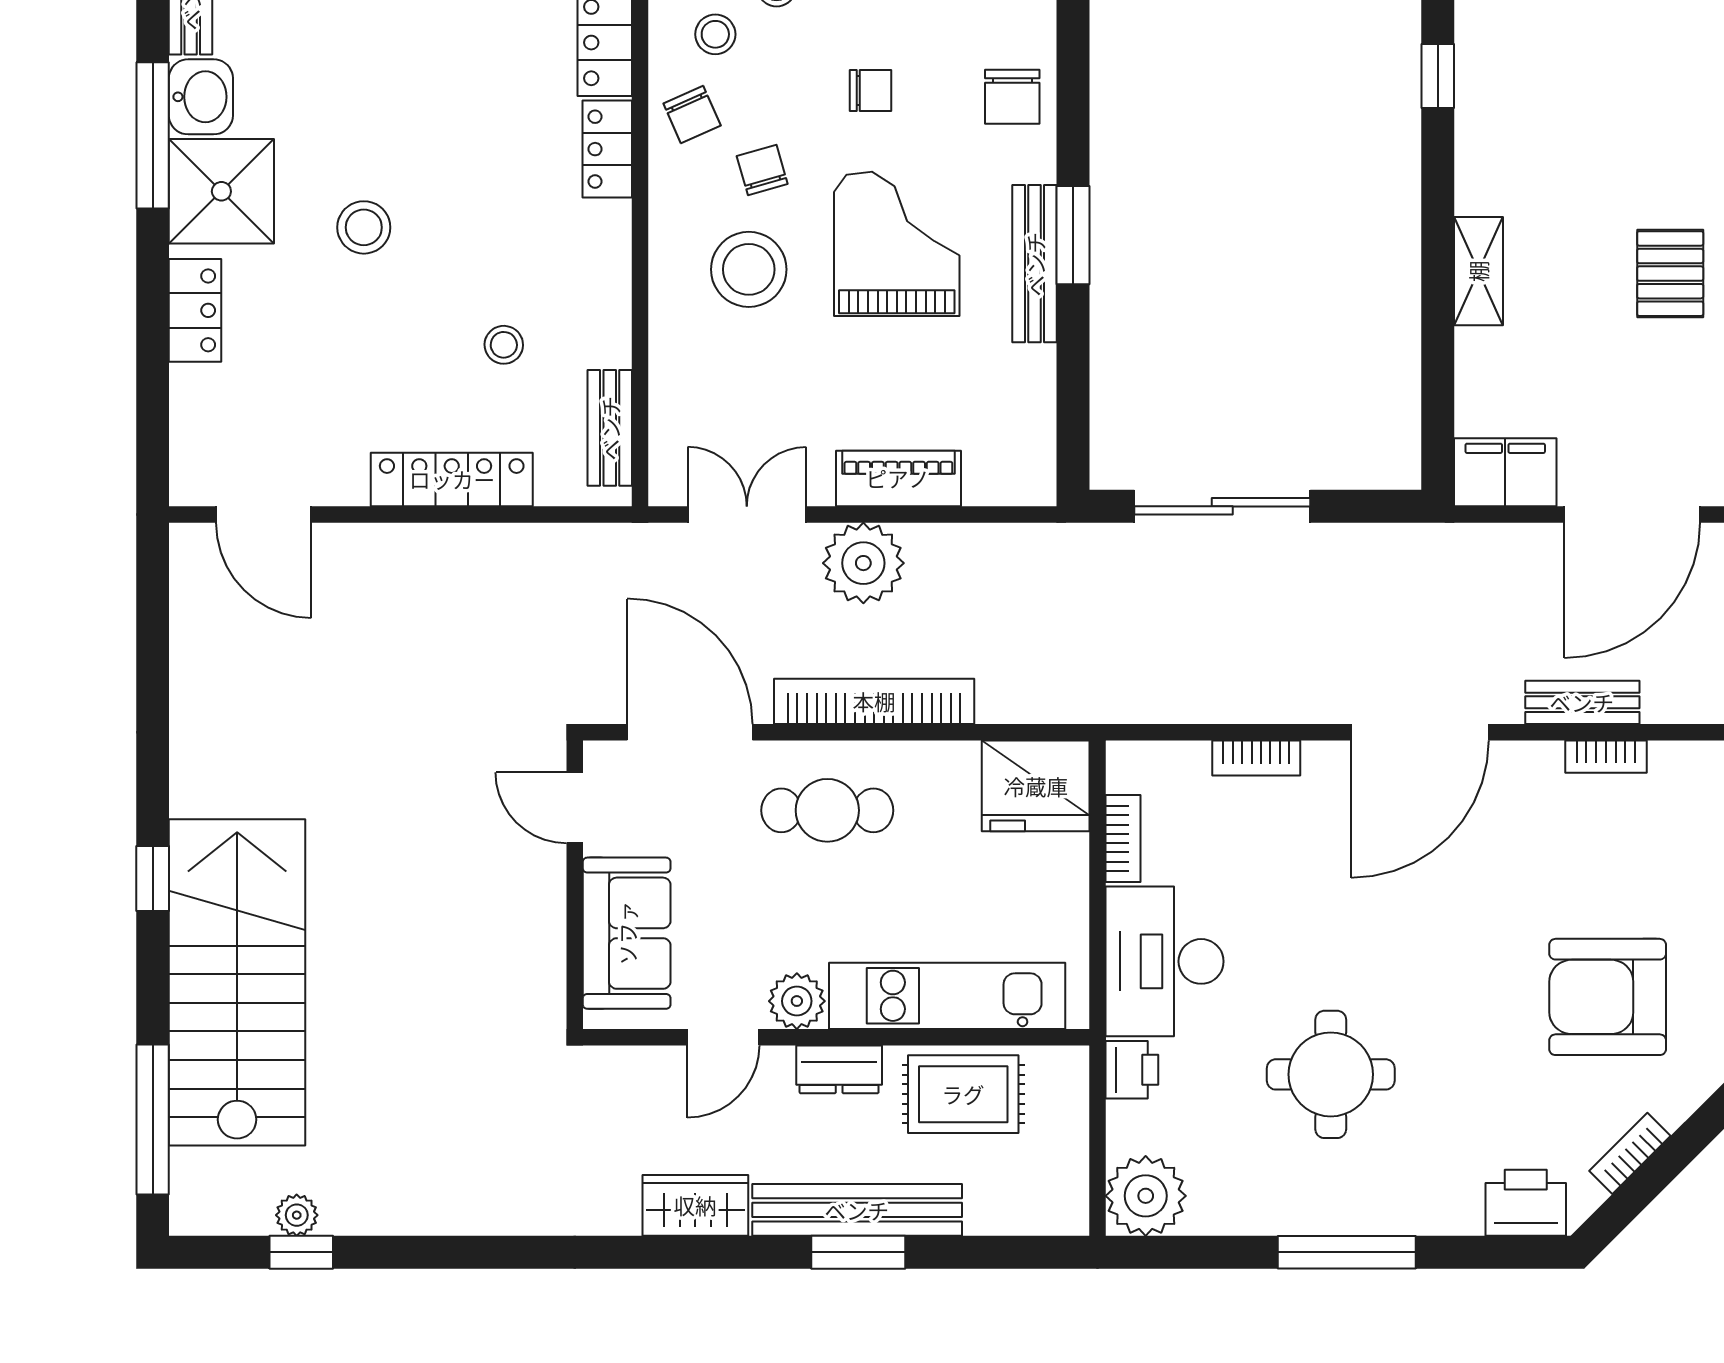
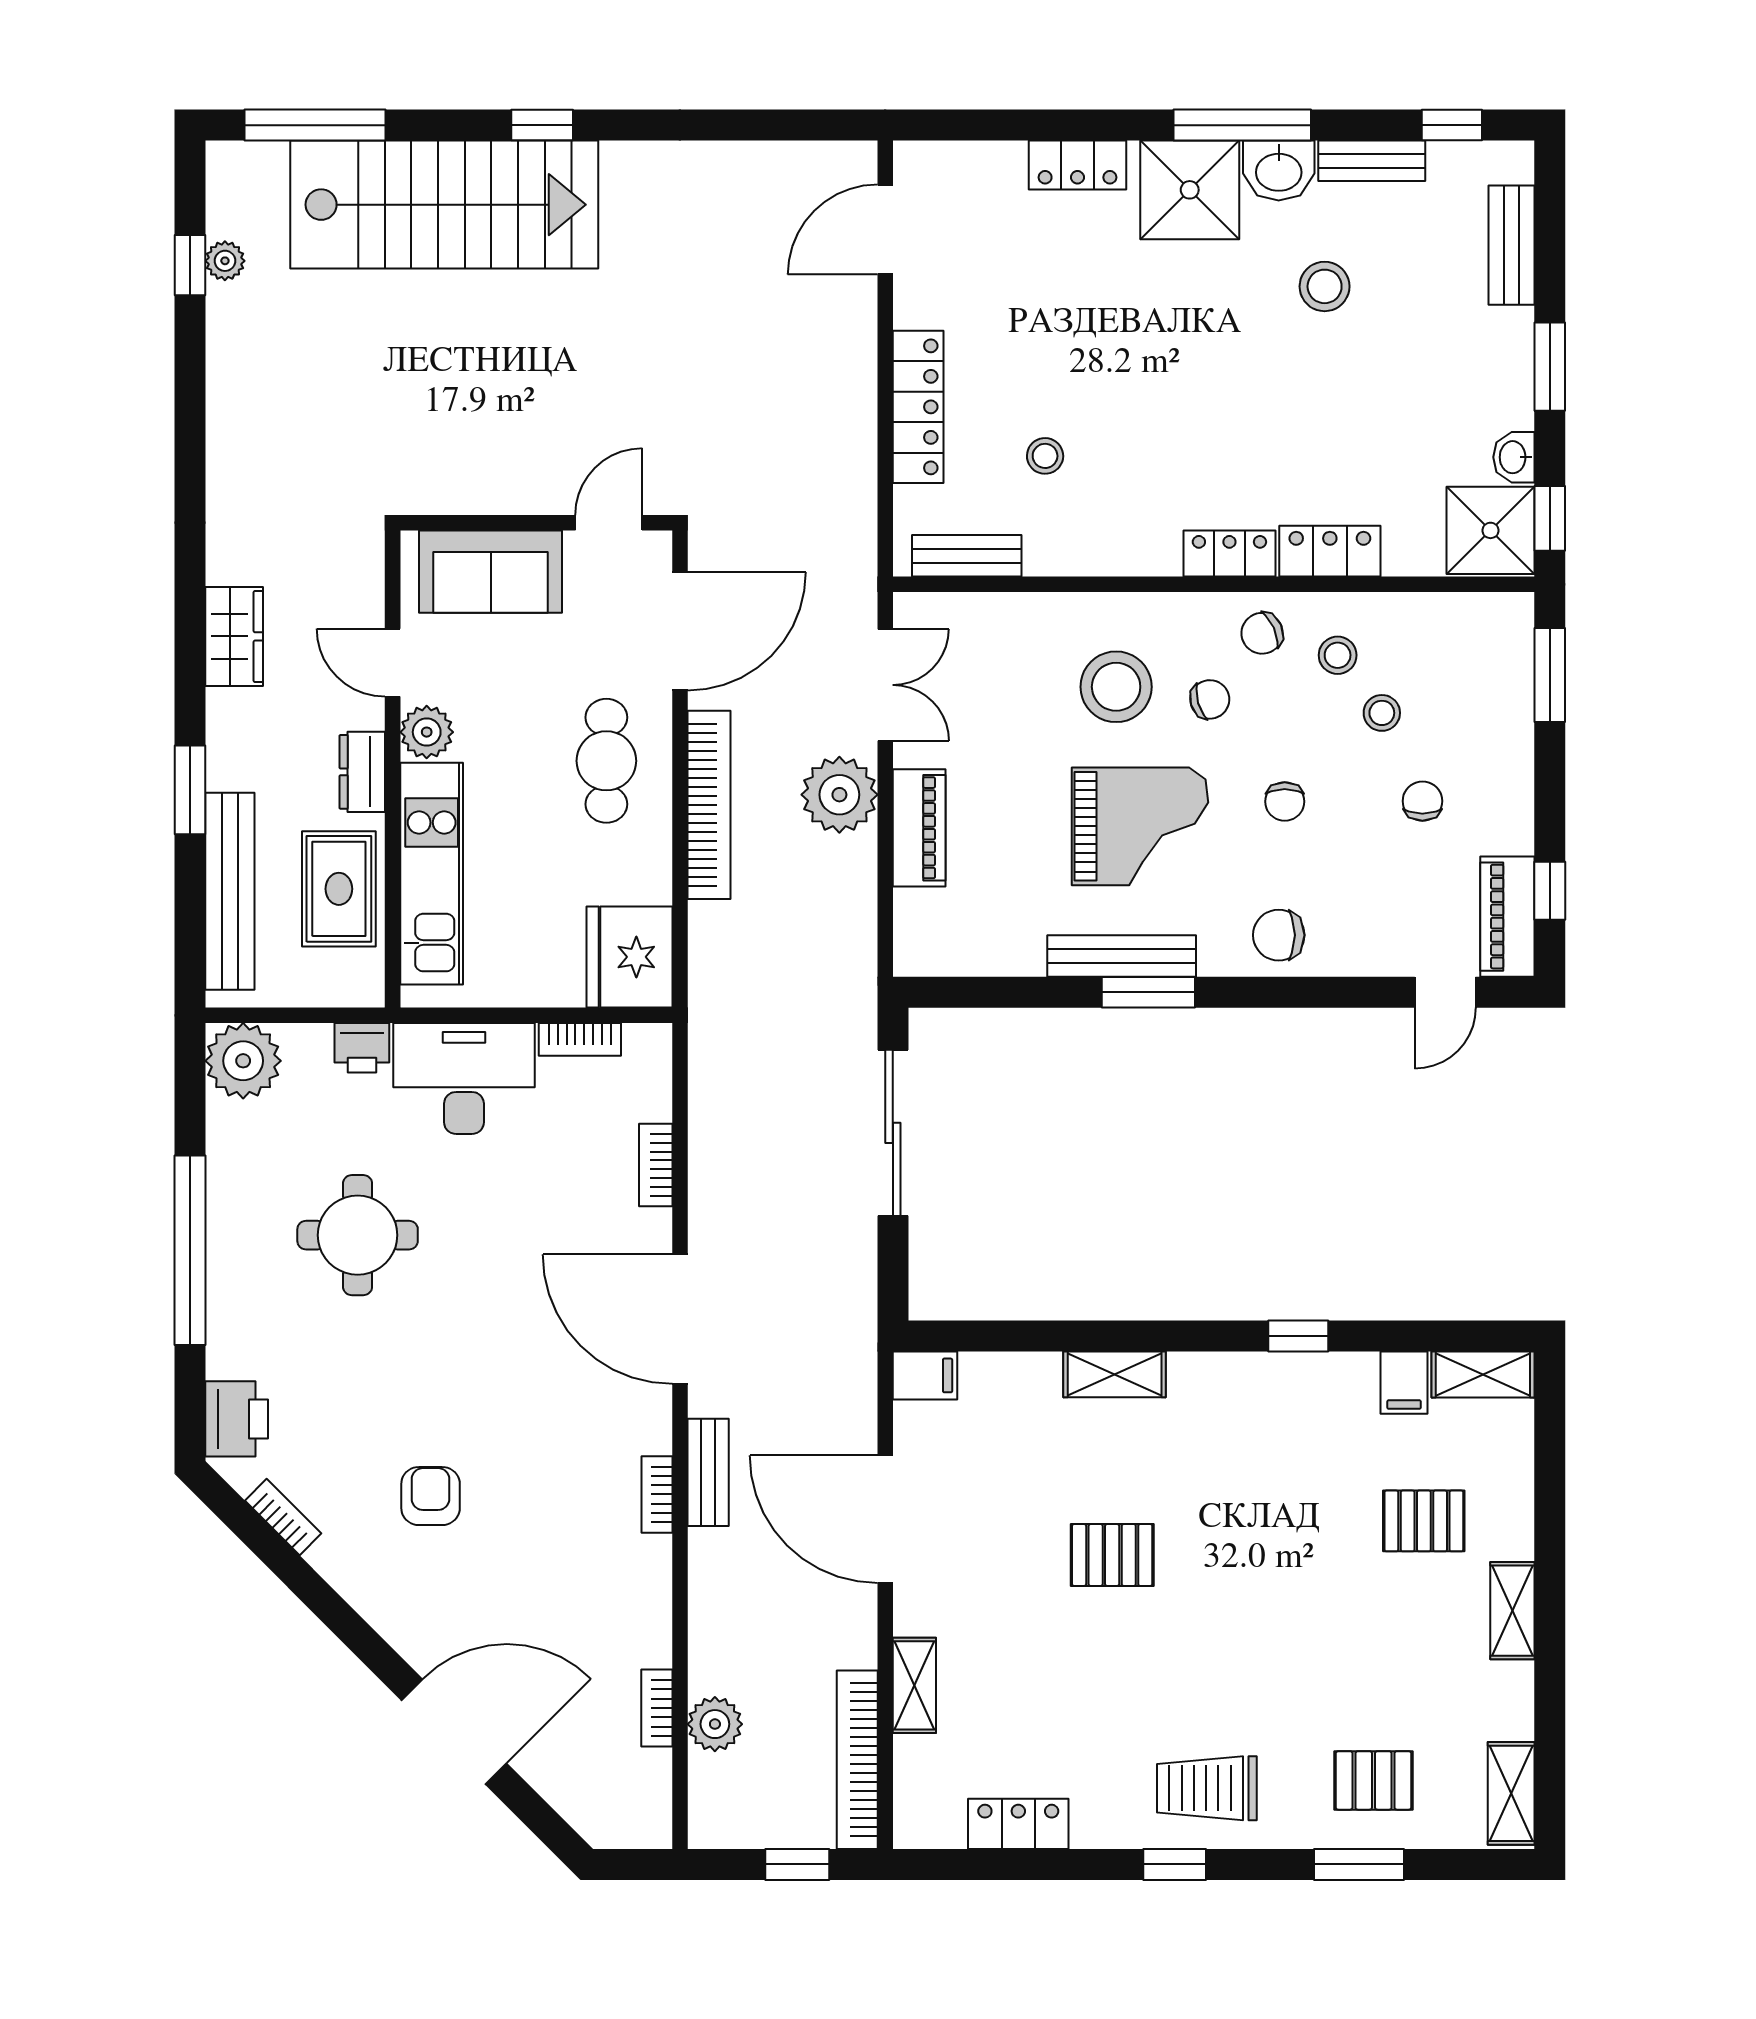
stool: (364, 227) -> (1325, 286), moved
filing cabinet: (1505, 472) -> (925, 1375), width x0.50
armchair: (1608, 997) -> (431, 1496), width x0.53, depth x0.53
bench: (857, 1210) -> (230, 891), moved
window: (1347, 1252) -> (190, 1250), width x1.46

